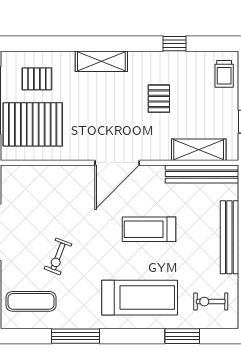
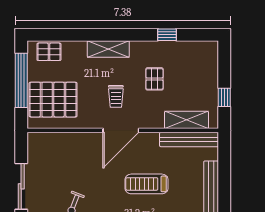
trolley: (224, 74) -> (116, 96), moved
pallet: (37, 79) -> (49, 52), moved

